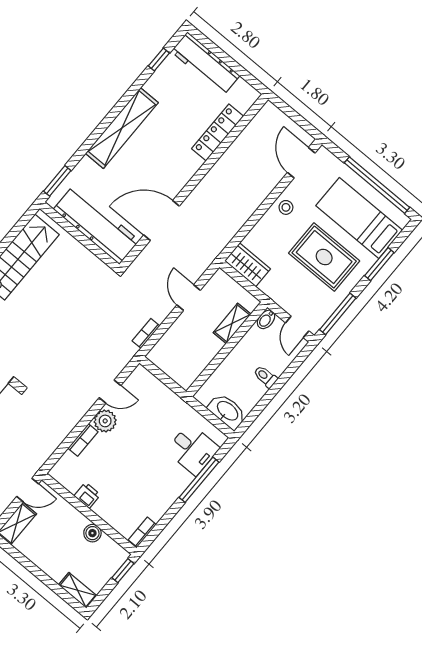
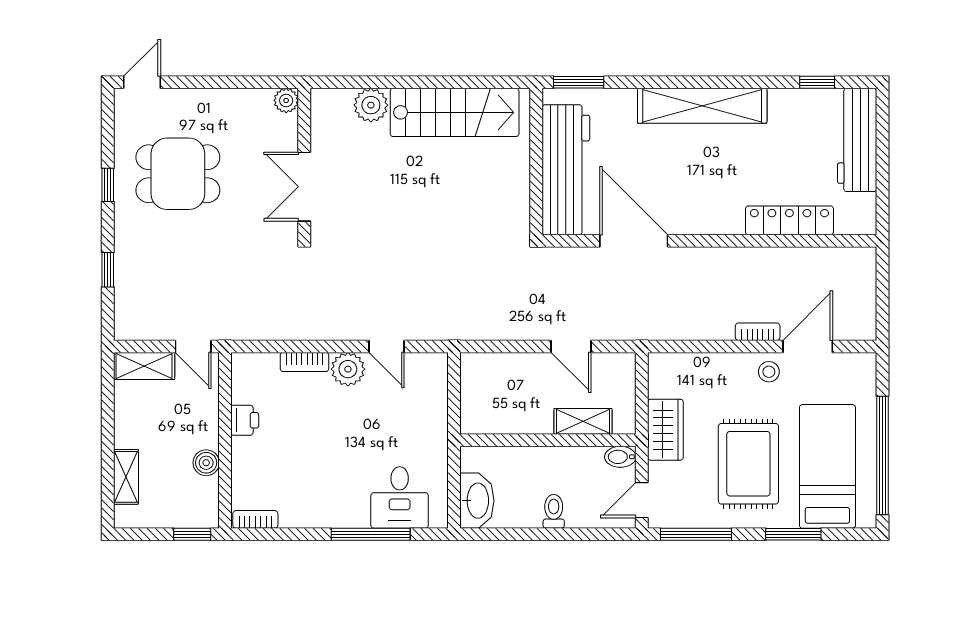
door: (301, 163) -> (808, 346), moved
wardrobe: (248, 265) -> (665, 430), moved
door: (189, 298) -> (571, 346), swing flipped
bookcase: (146, 333) -> (758, 332), moved
shelving: (78, 590) -> (126, 477), moved

